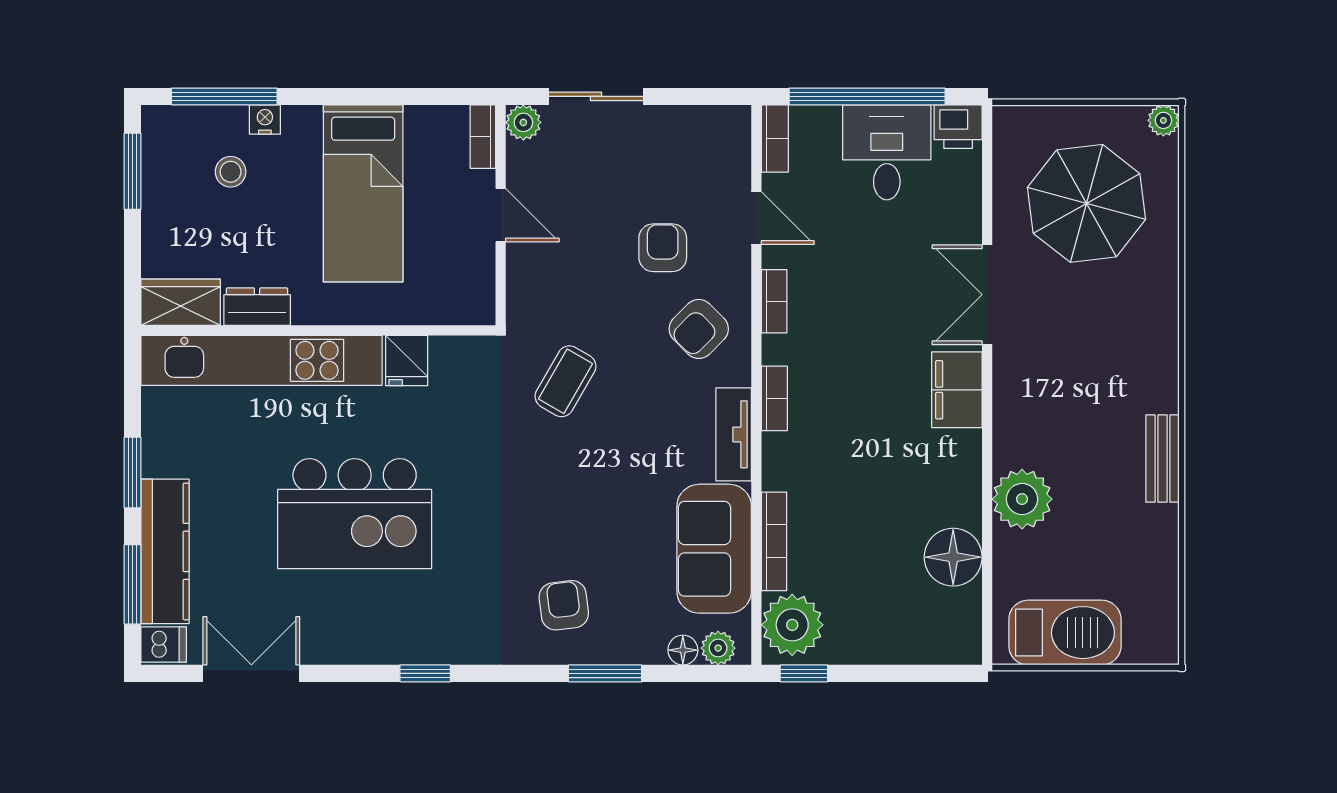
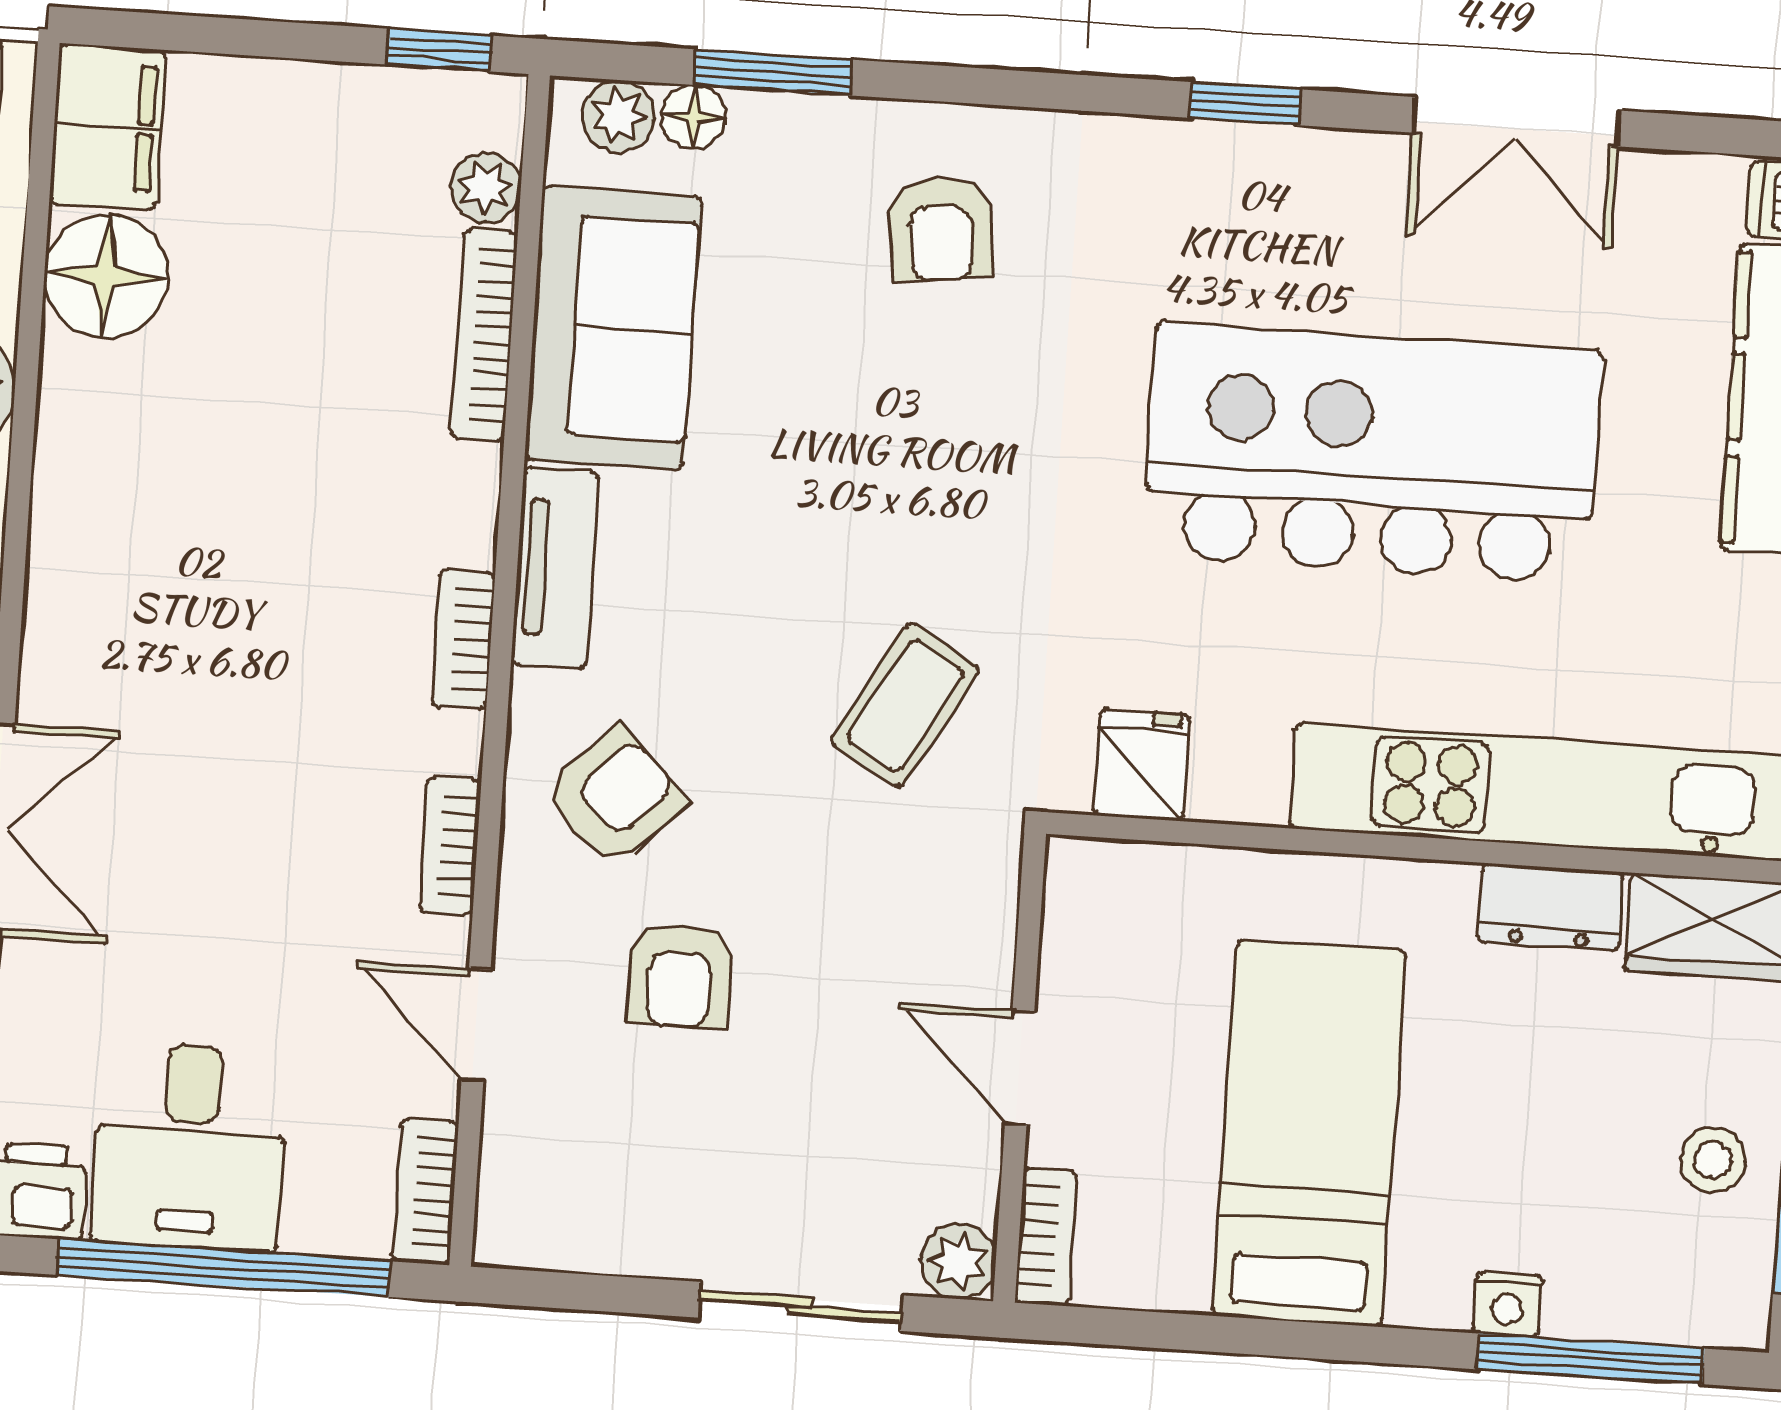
stool: (231, 172) -> (1713, 1160), moved
fridge: (407, 361) -> (1141, 765), moved
filing cabinet: (957, 390) -> (108, 127), moved
kitchen island: (355, 514) -> (1372, 453), width x1.37
plant: (792, 625) -> (486, 188), width x0.53, depth x0.53
double door: (251, 673) -> (1517, 122), moved
window: (605, 673) -> (772, 72), moved

